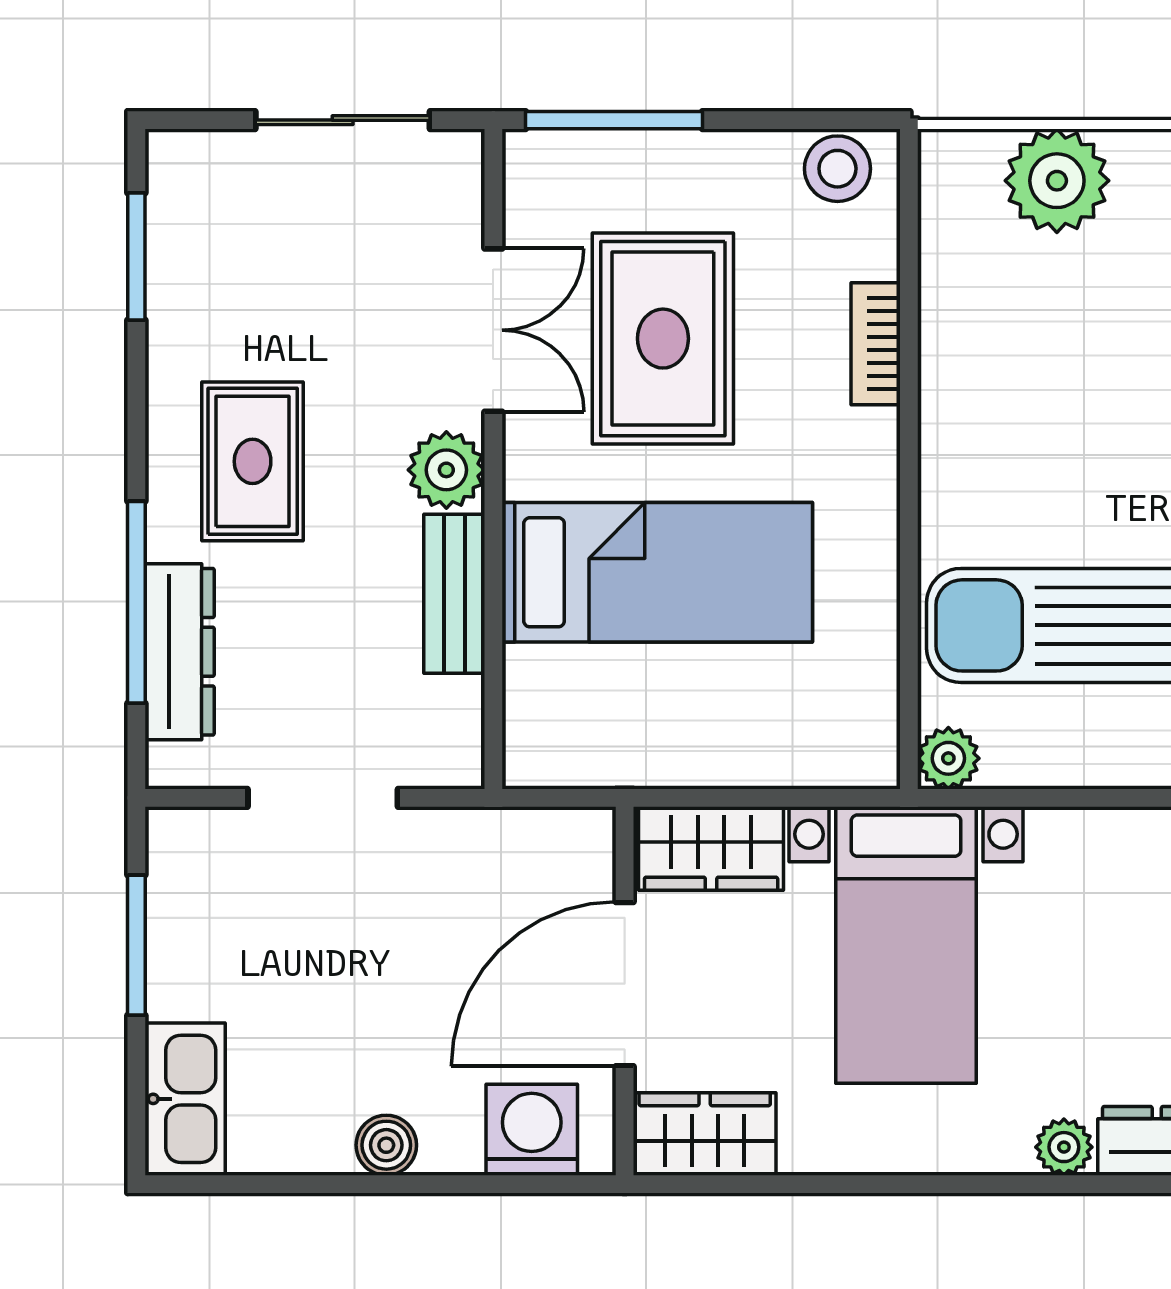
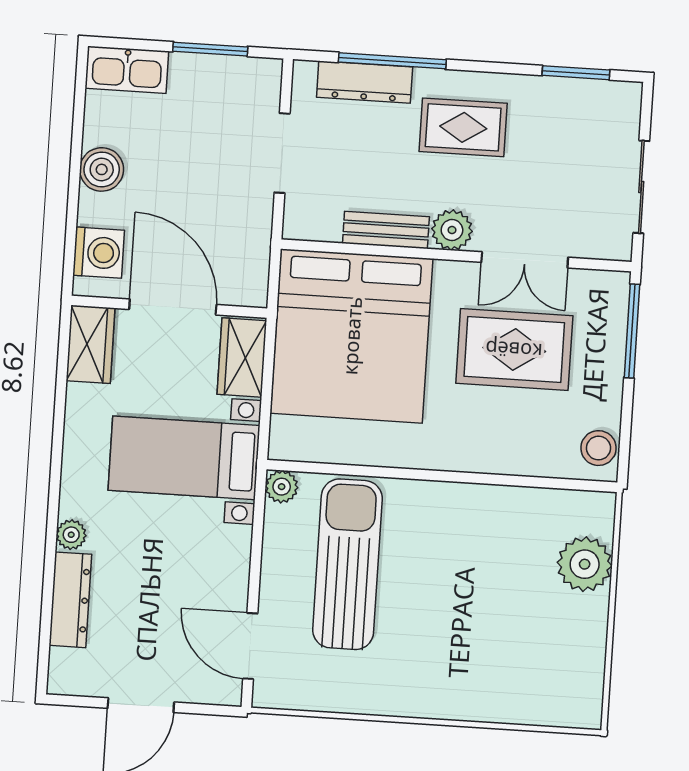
bookcase: (876, 344) -> (504, 462), removed
bed: (657, 572) -> (352, 336), width x2.04
boiler: (386, 1145) -> (102, 169), width x1.36, depth x1.36

